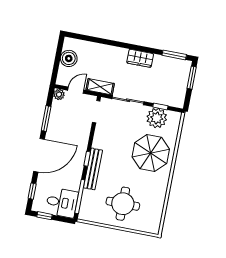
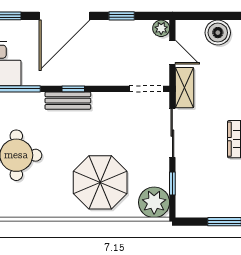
window: (46, 118) -> (122, 16), width x0.67
plant: (157, 118) -> (154, 202), moved
door: (39, 155) -> (65, 16), hinge flipped
bench: (93, 169) -> (68, 101), width x0.73

